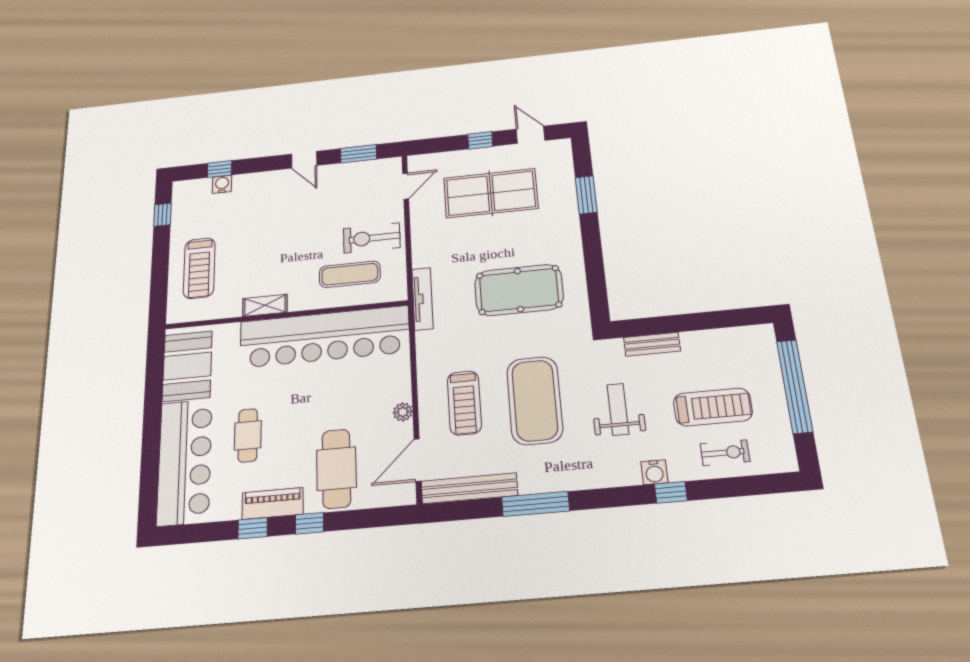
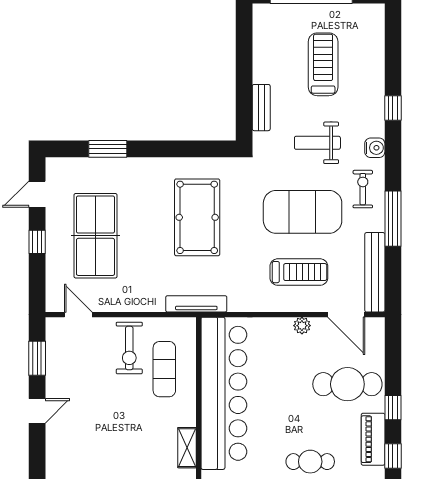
exercise bike: (725, 453) -> (363, 189), moved
water cooler: (654, 472) -> (375, 148), moved

